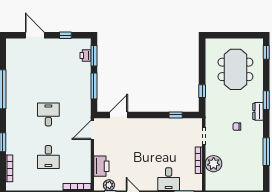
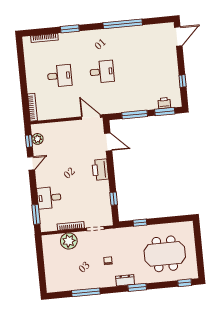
door: (35, 35) -> (178, 36), moved
desk: (48, 157) -> (60, 76), turned 180
printer: (101, 166) -> (100, 170), moved, turned 90

